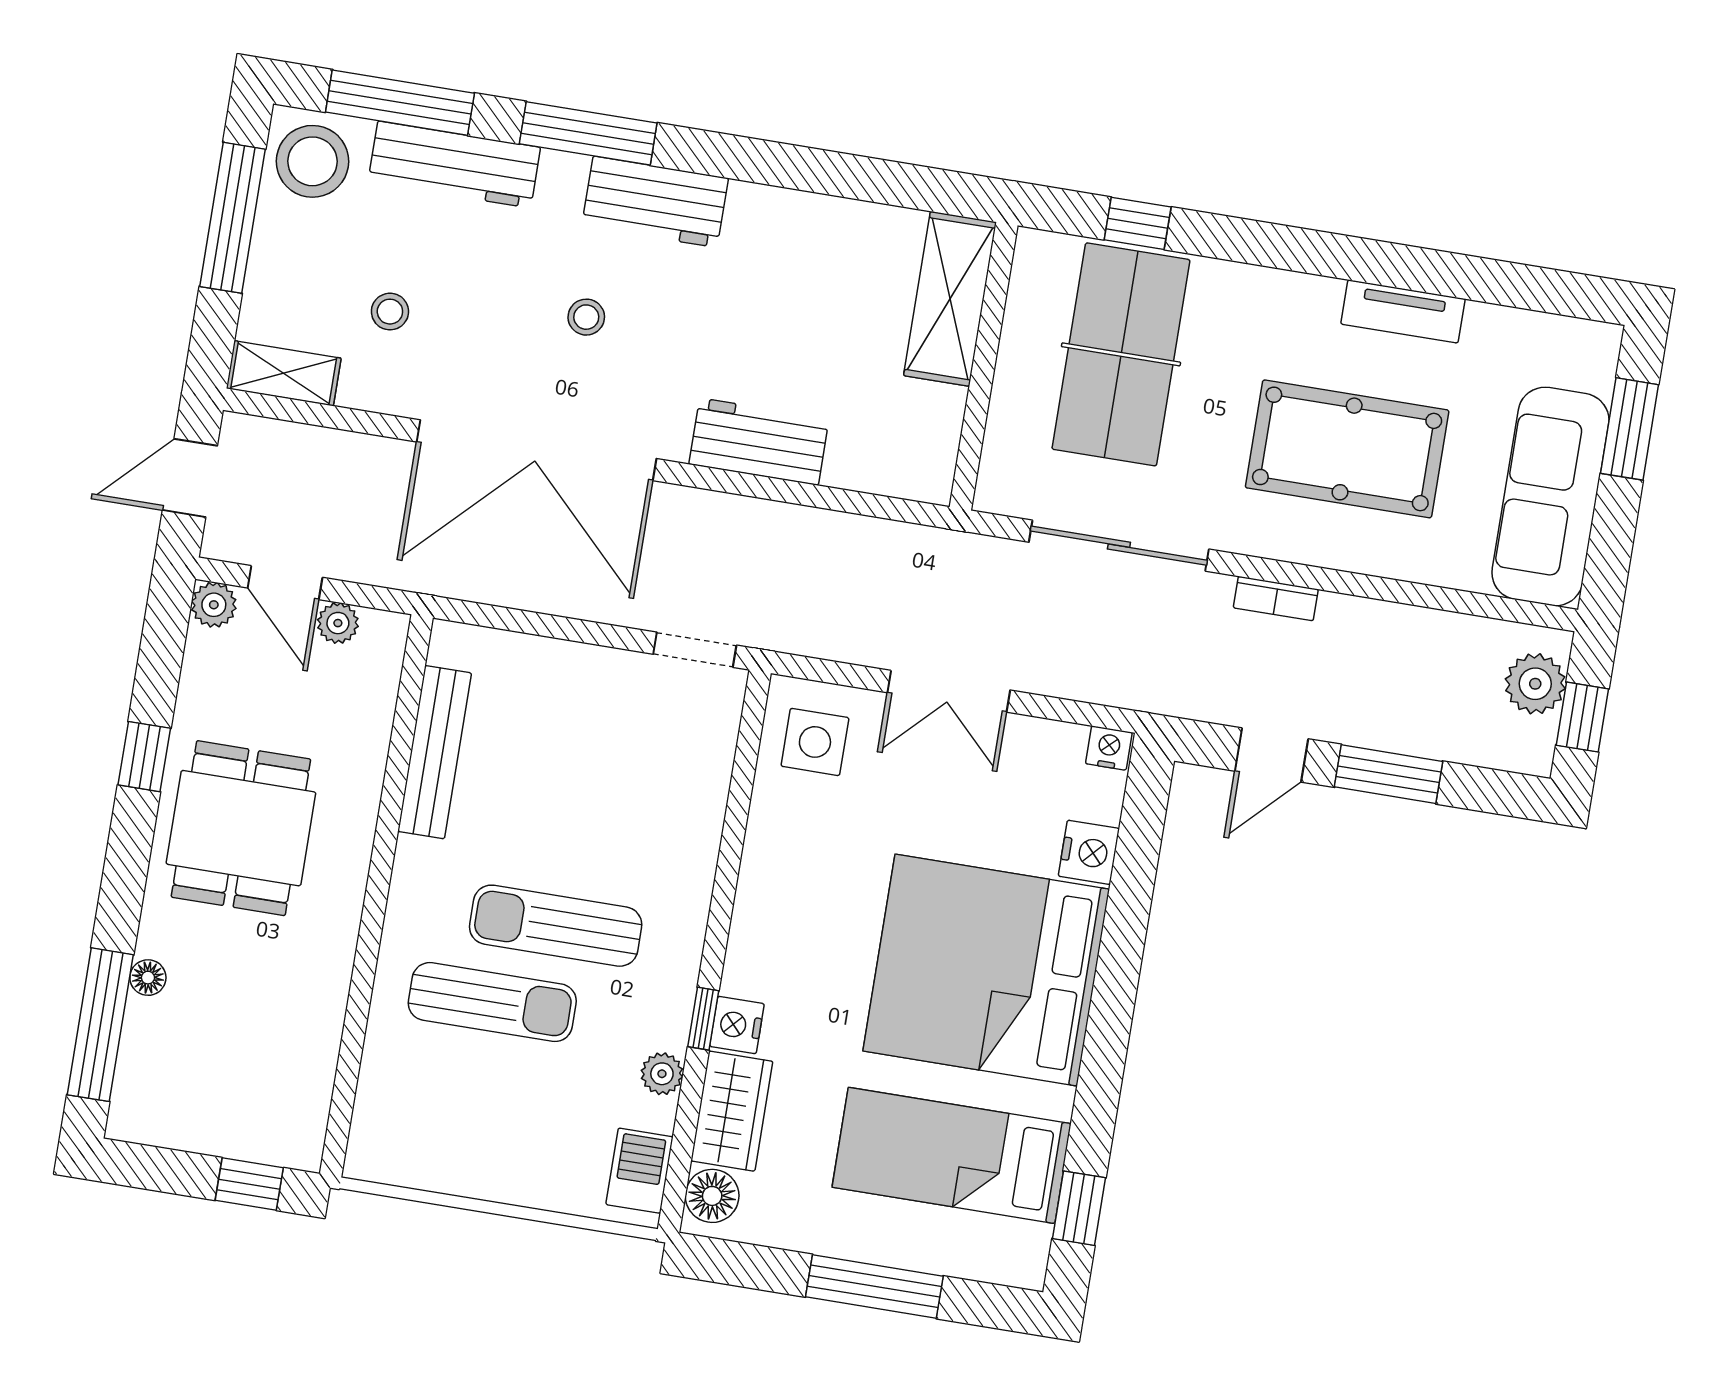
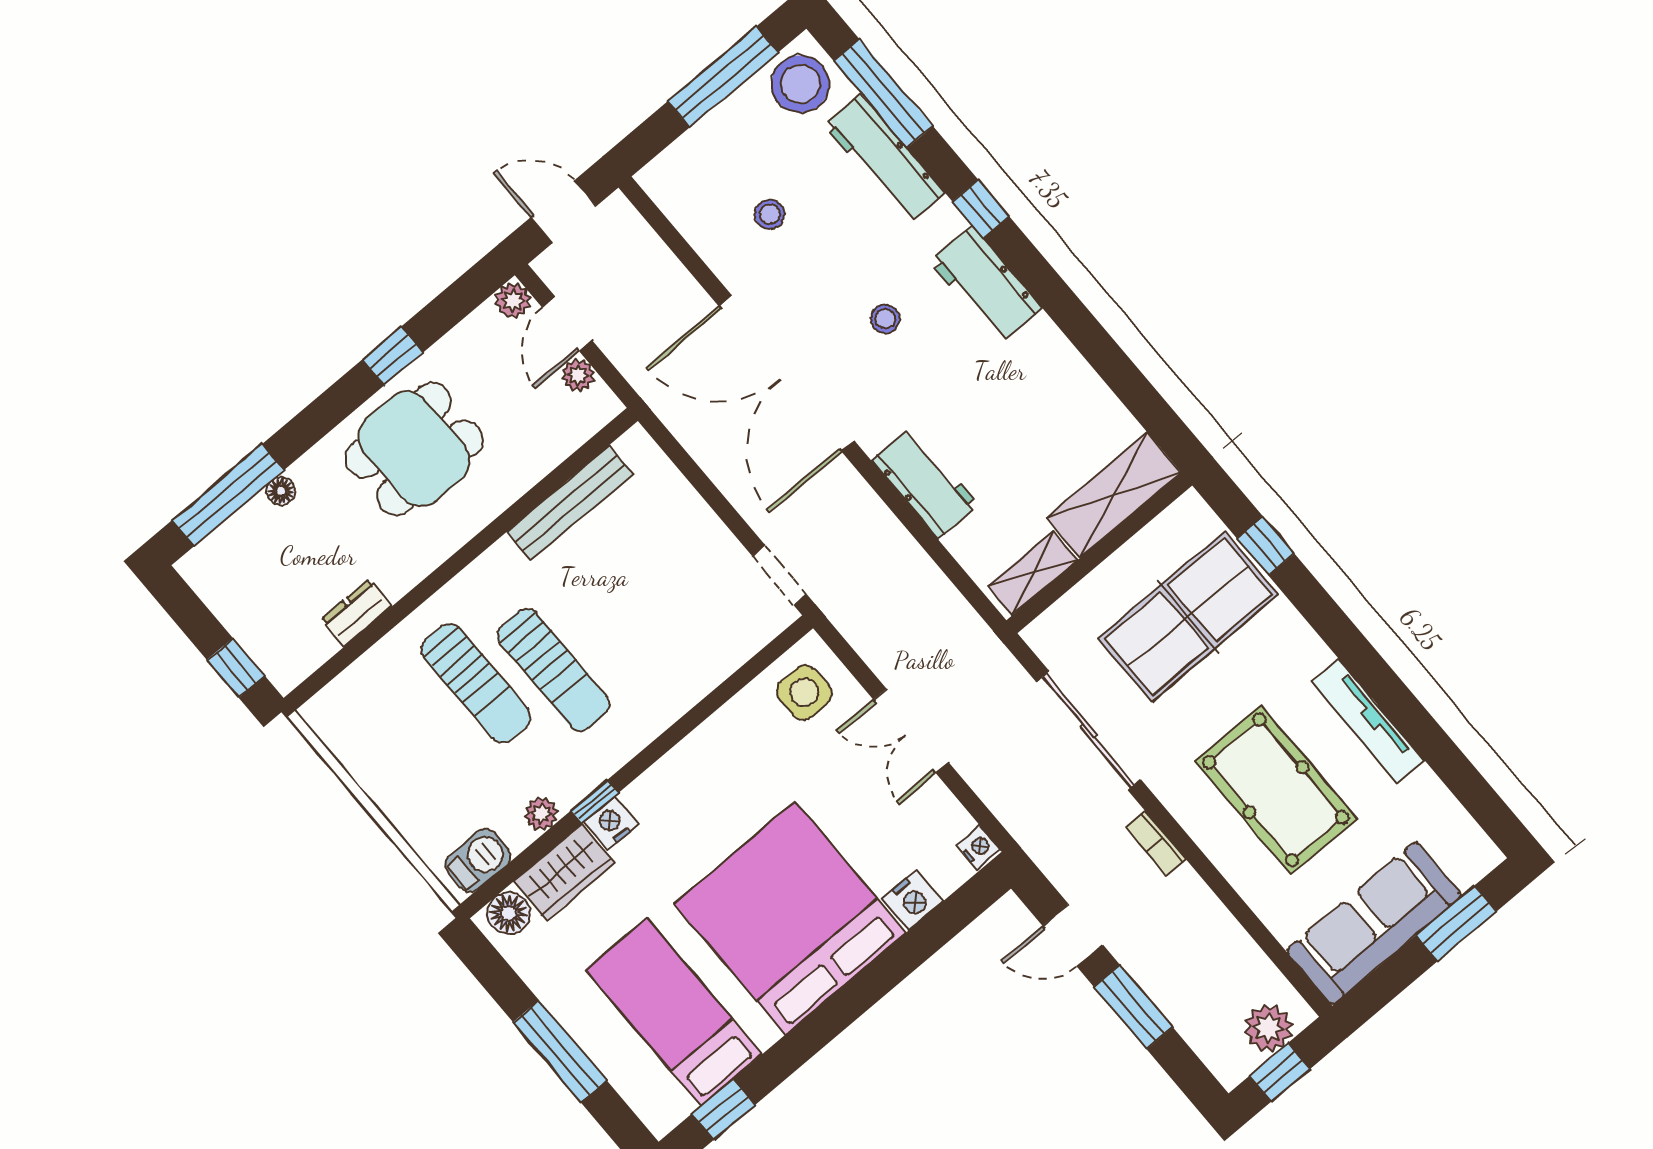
window: (588, 133) -> (981, 209), width x0.46
tv unit: (1403, 311) -> (1368, 721), width x1.41
shelving: (284, 373) -> (1033, 573), moved, turned 90
sun lounger: (556, 926) -> (553, 670), turned 180
dresser: (320, 1033) -> (356, 613), added

